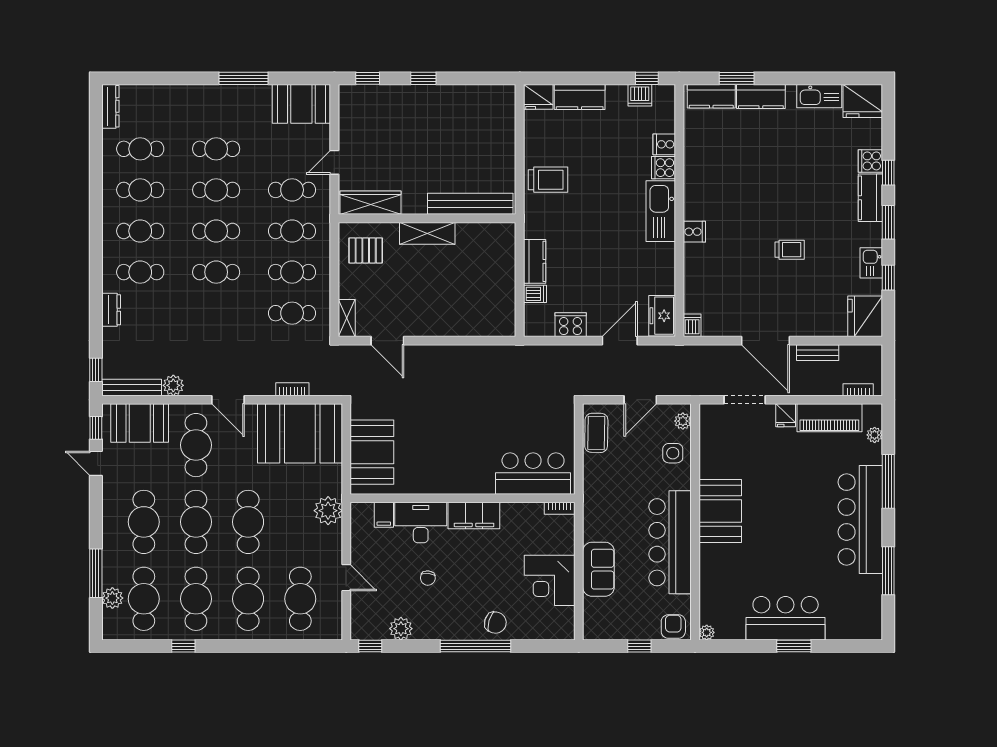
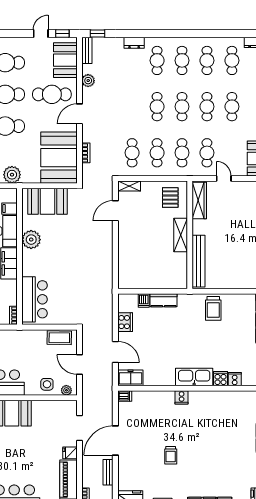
bench: (132, 387) -> (87, 50), width x0.73
plant: (435, 479) -> (31, 240), added

